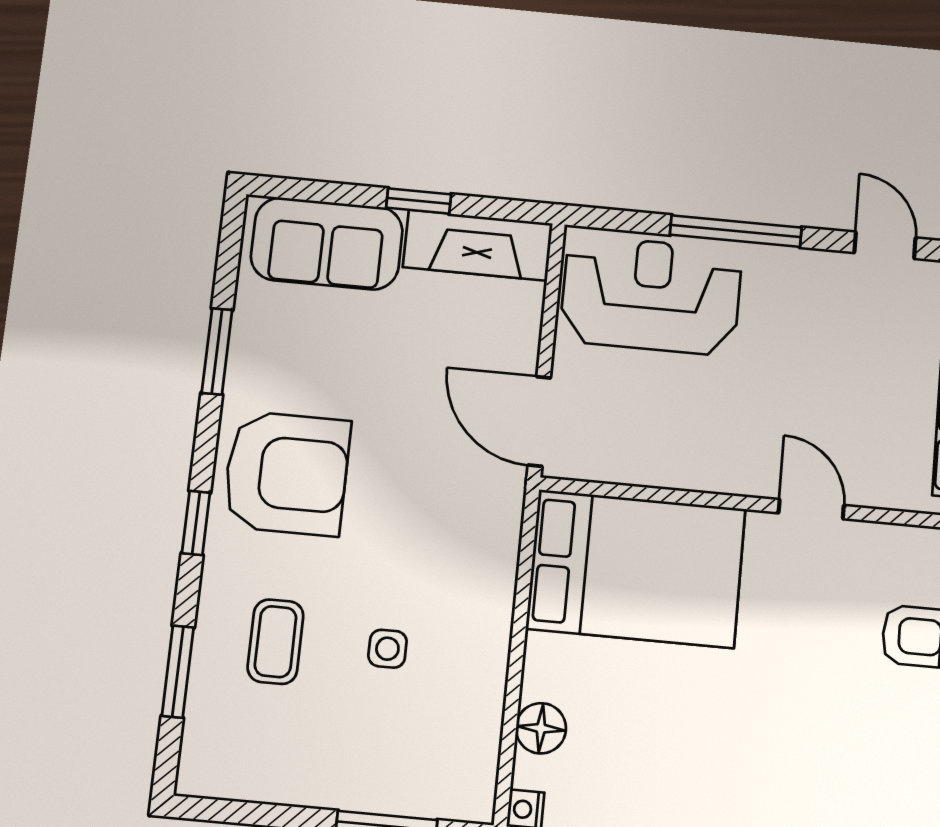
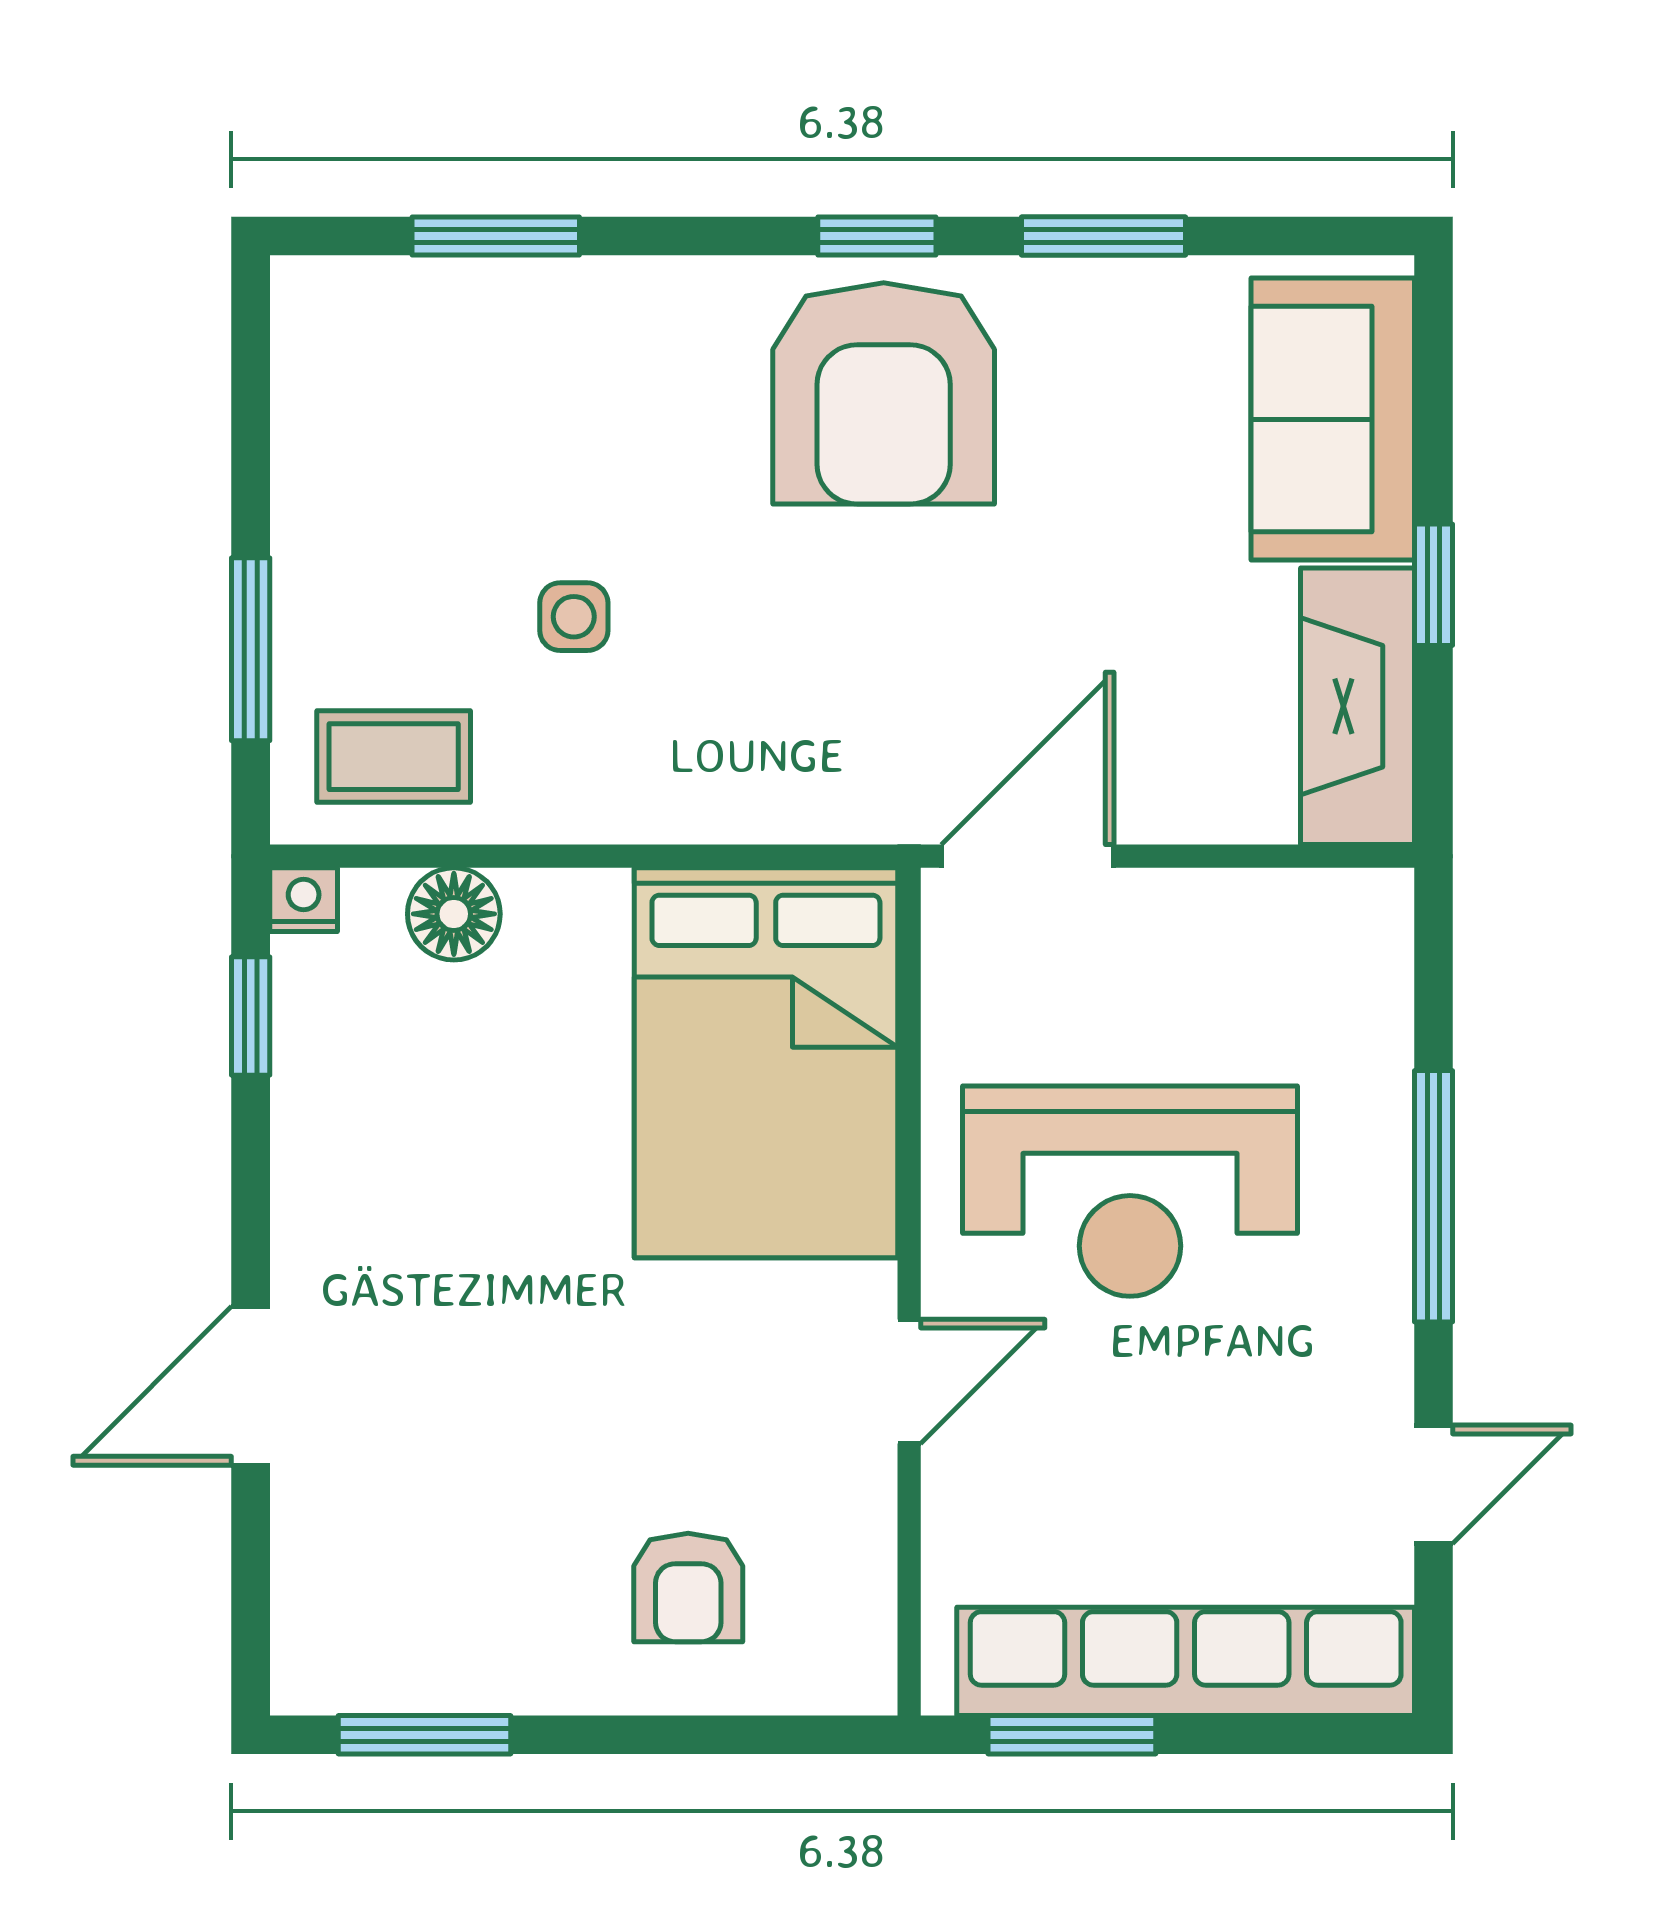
reception desk: (651, 295) -> (1130, 1191), moved, turned 90
window: (196, 523) -> (877, 236), moved
coffee table: (276, 642) -> (394, 757), moved

